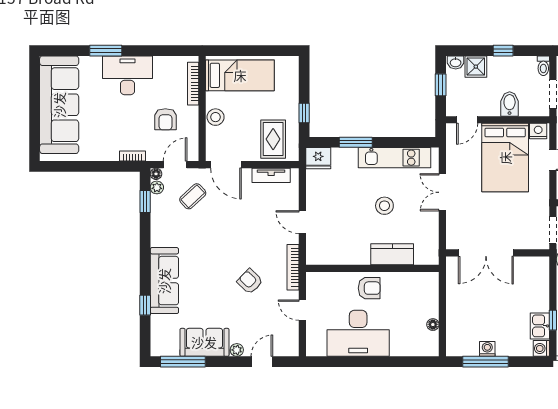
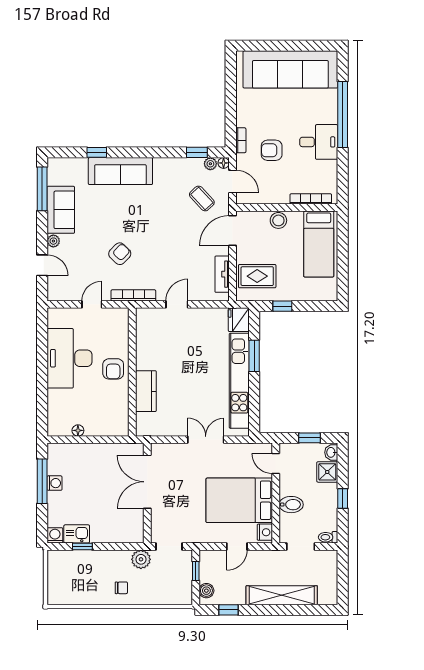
window: (106, 51) -> (343, 114), width x2.11
desk: (128, 75) -> (319, 142), width x0.73
armchair: (165, 119) -> (272, 150), moved
kitchen unit: (395, 158) -> (239, 381), width x1.36
stool: (384, 206) -> (193, 384), removed

